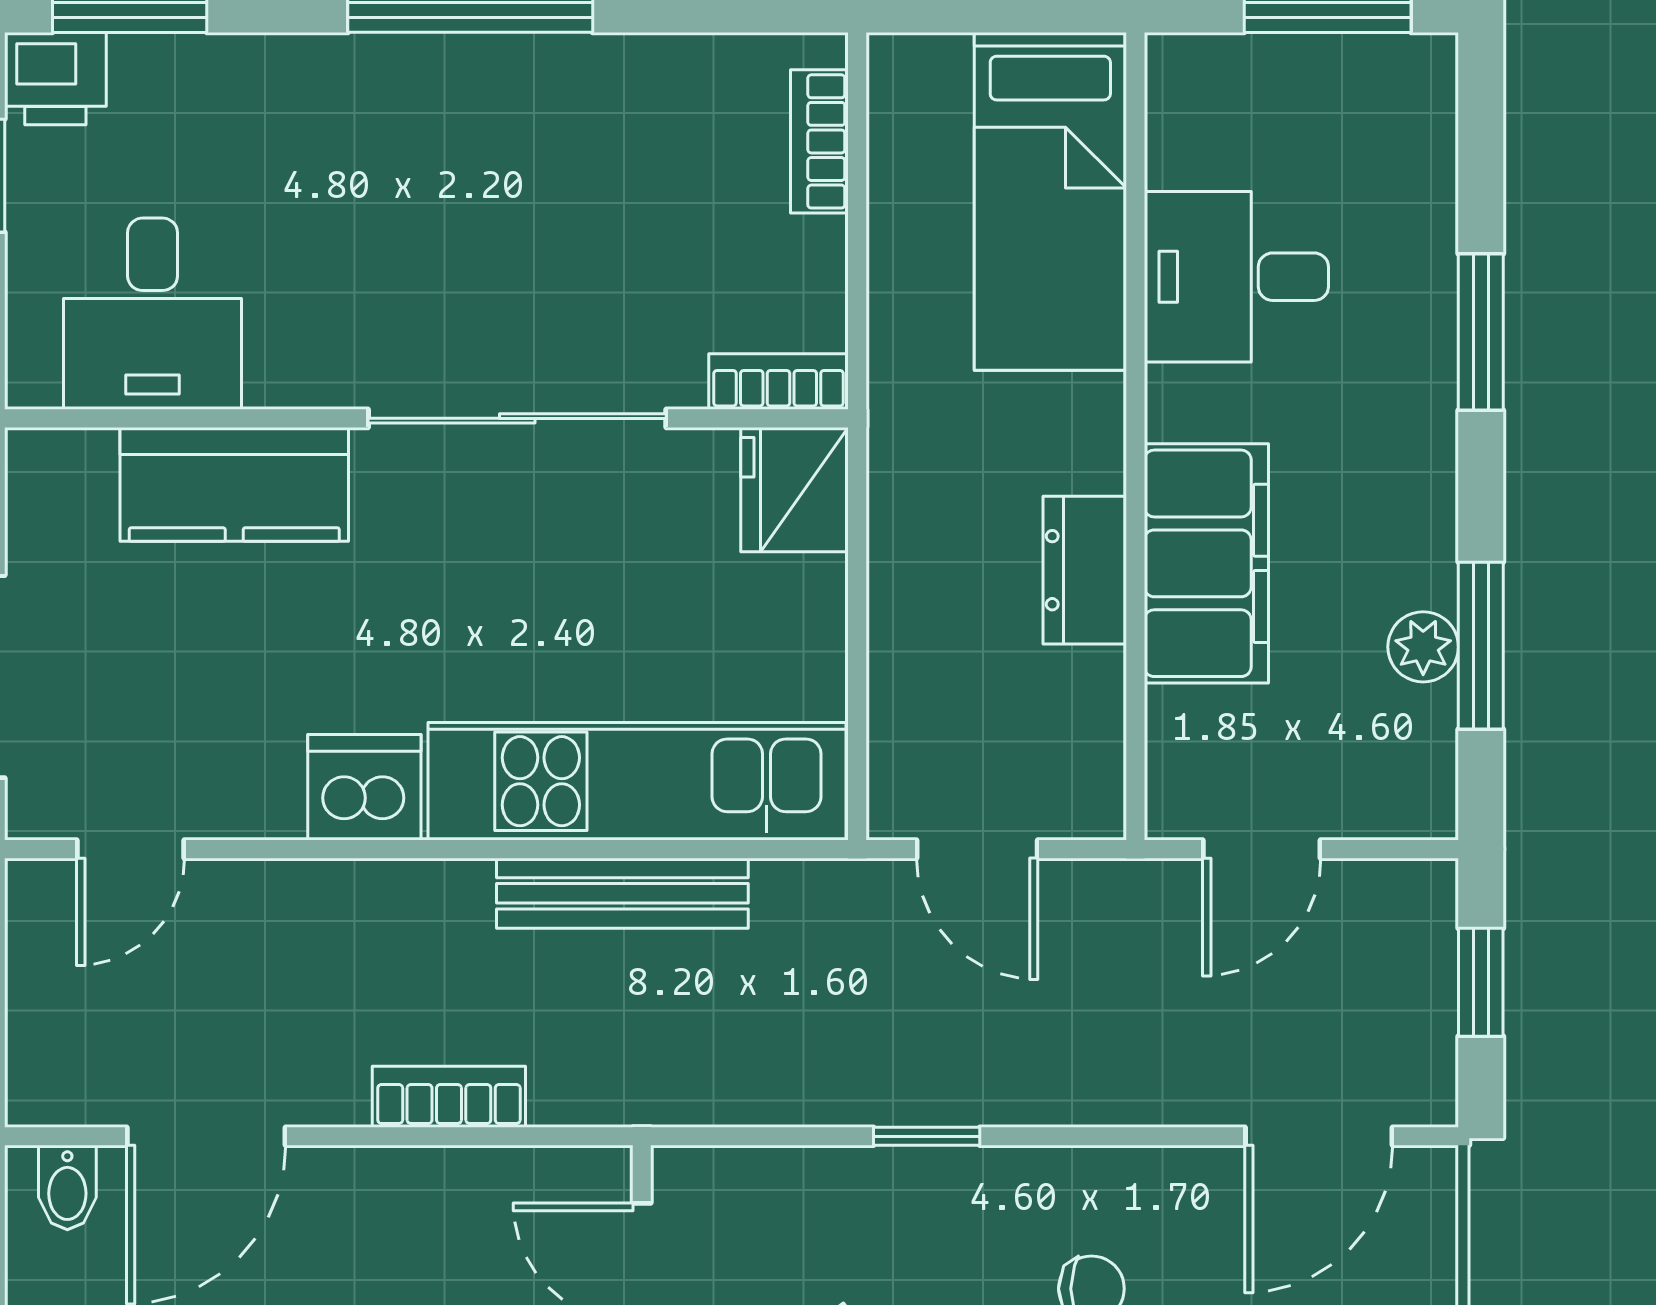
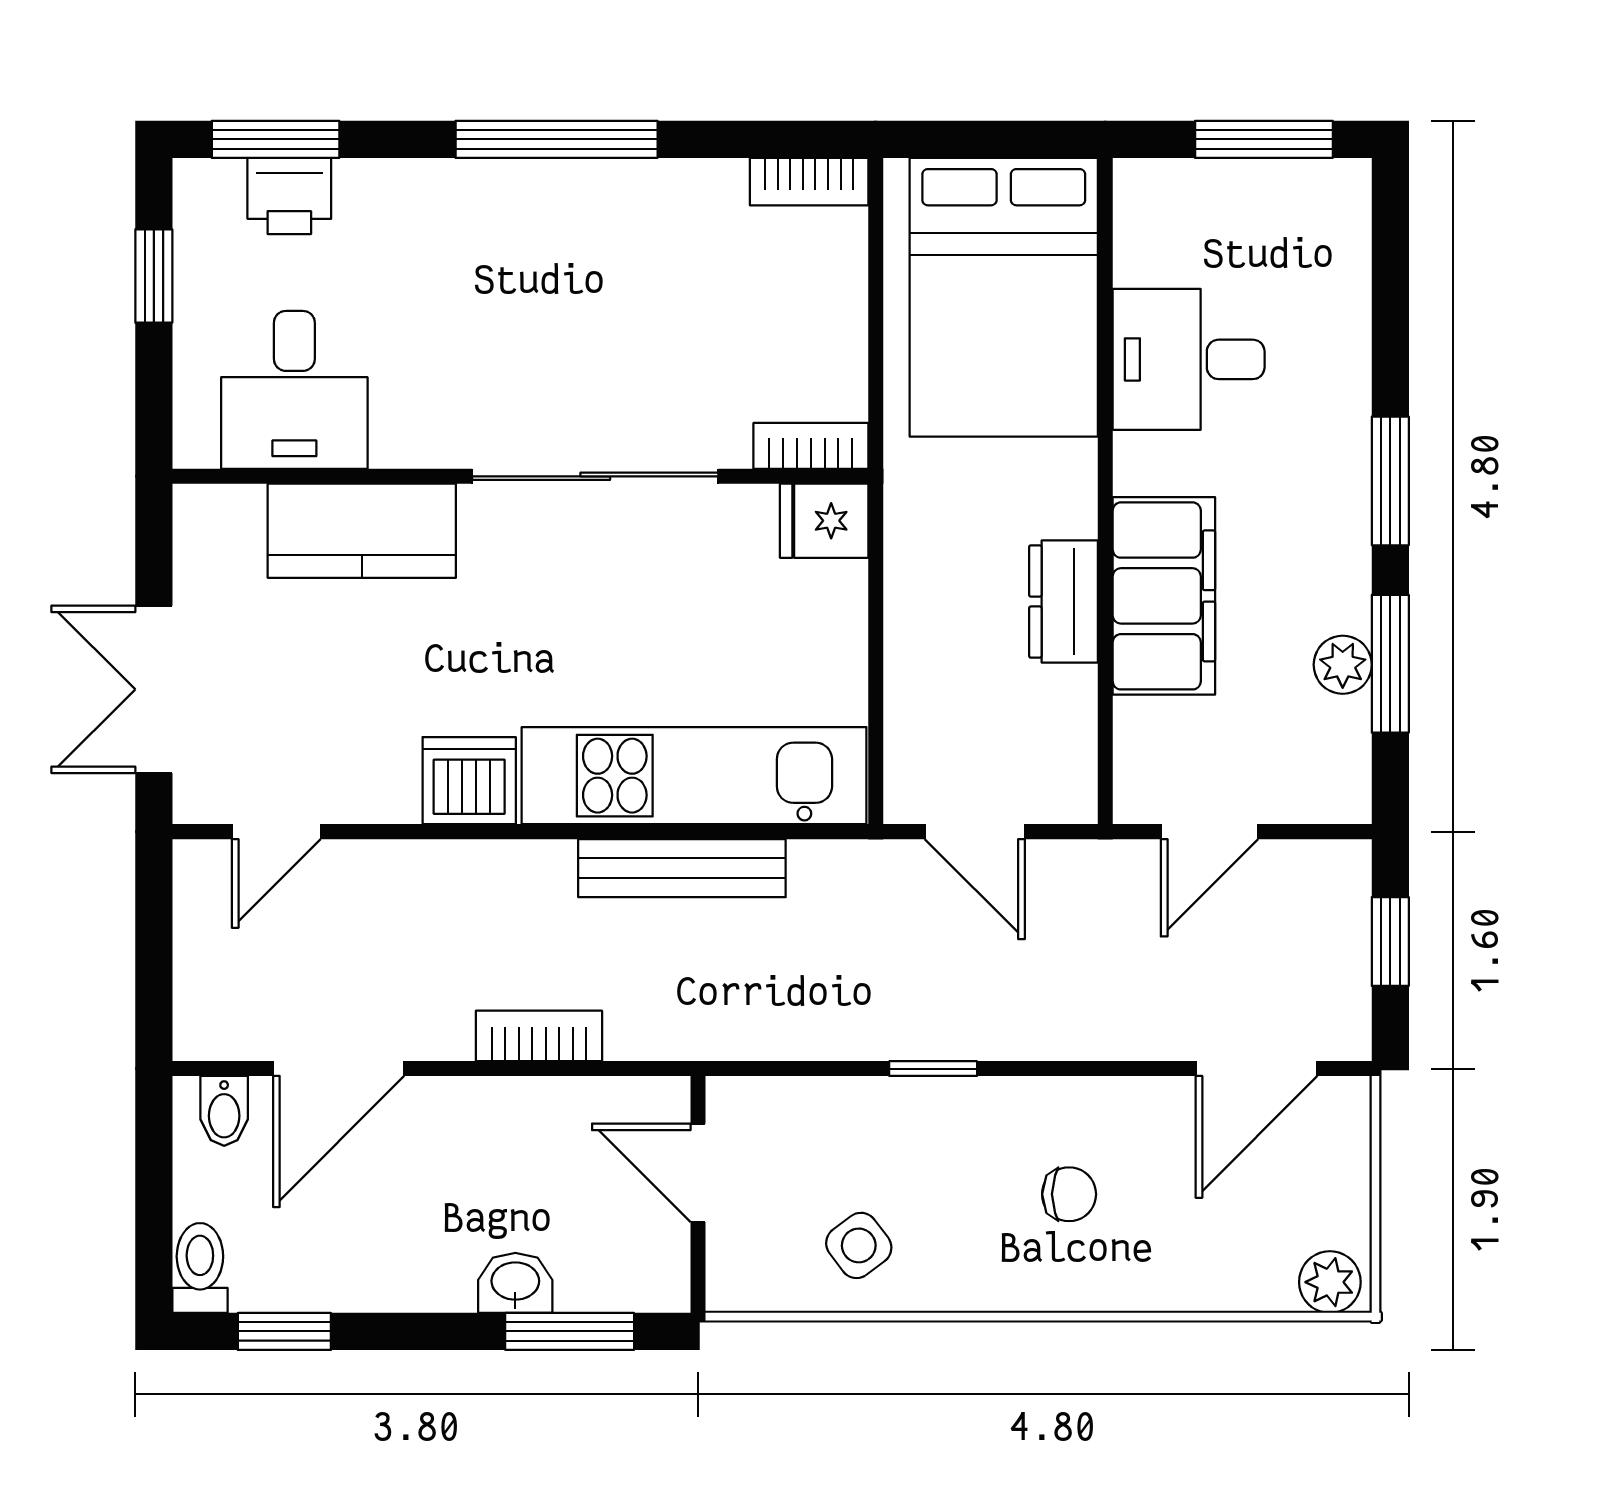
printer: (55, 79) -> (289, 196), moved
bookcase: (819, 141) -> (809, 182), moved, turned -90
bed: (1050, 201) -> (1004, 297), width x1.50
window: (1481, 332) -> (1390, 481), moved
fridge: (795, 490) -> (824, 521), width x0.72

